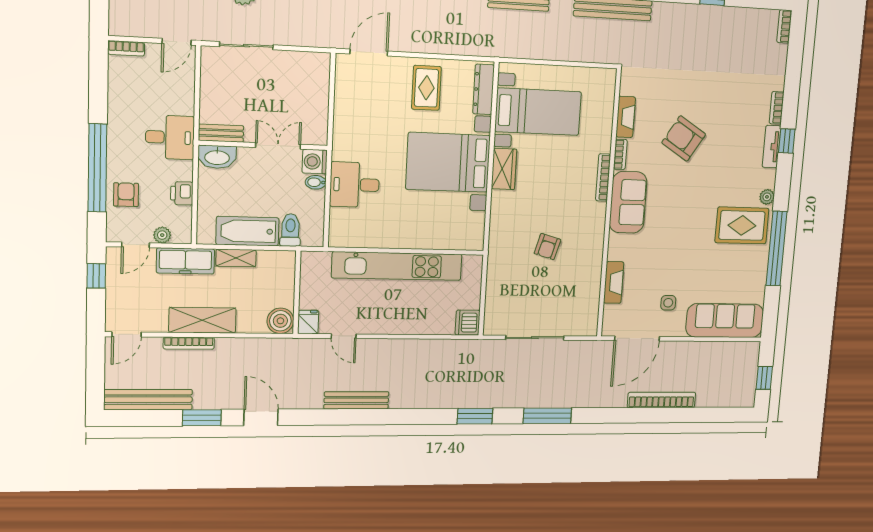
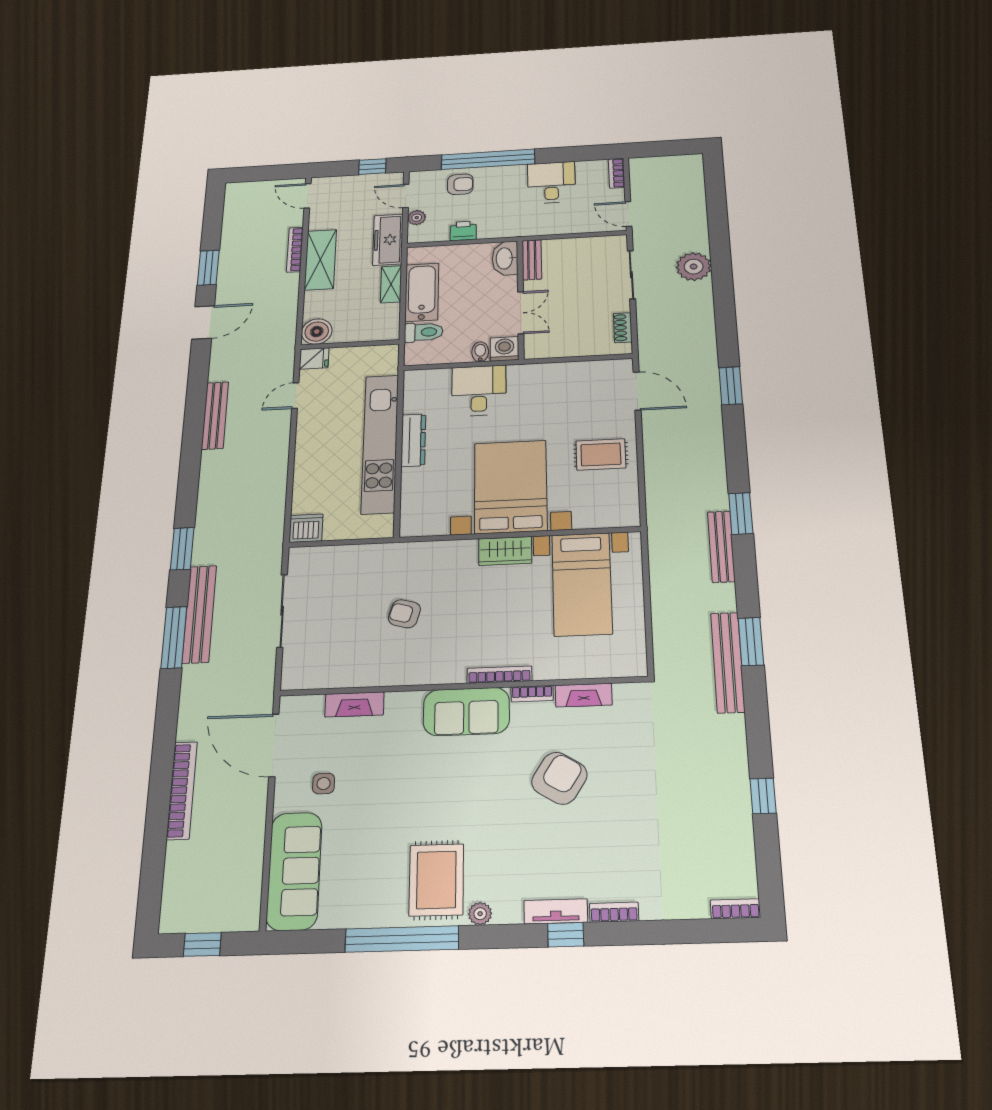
shoe rack: (303, 59) -> (623, 328), added
dresser: (484, 89) -> (413, 440), moved, turned 90
desk: (170, 137) -> (551, 183), moved, turned 180
bench: (148, 400) -> (199, 614), moved

